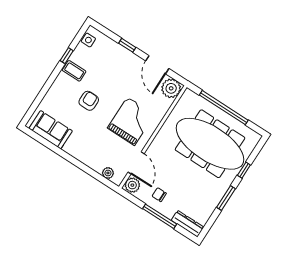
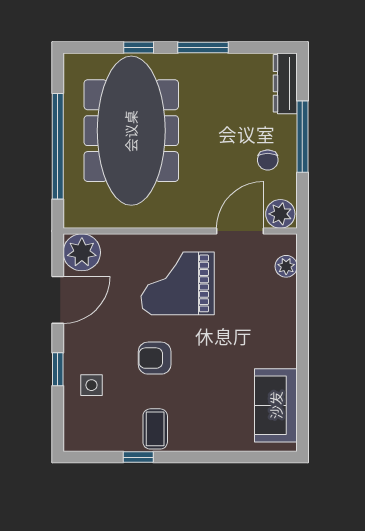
side table: (88, 40) -> (91, 385), moved
armchair: (89, 101) -> (155, 358), moved

